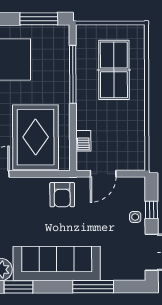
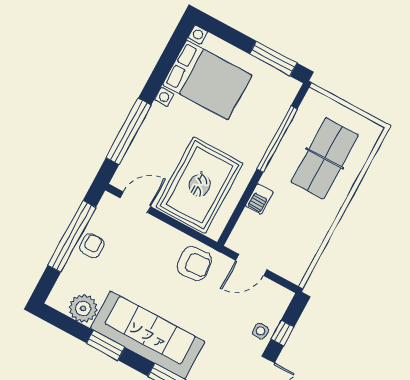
barbecue: (83, 141) -> (259, 199), moved
armchair: (62, 195) -> (194, 263), turned -94
window: (18, 287) -> (106, 345), moved

